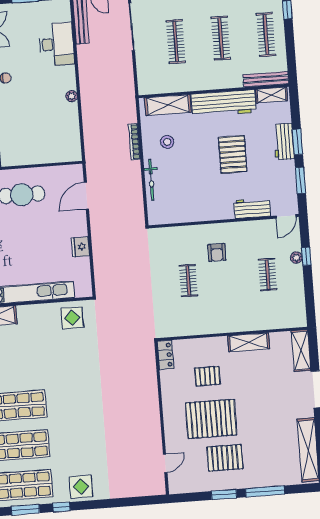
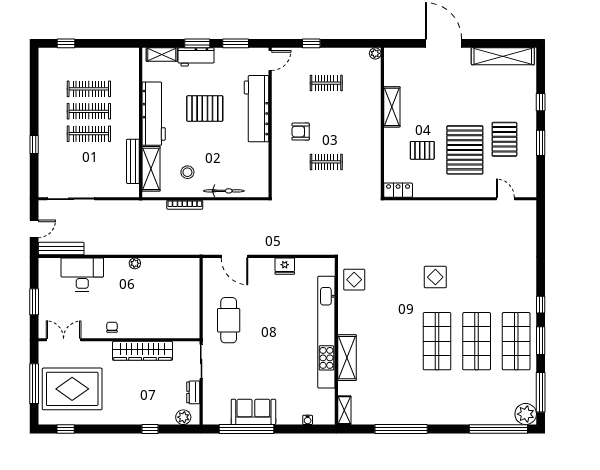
clothes rail: (266, 35) -> (89, 89), moved
clothes rail: (176, 42) -> (89, 134), moved
bench: (266, 79) -> (133, 161), moved
shelving: (272, 95) -> (162, 55), moved, turned 90
workbench: (252, 208) -> (257, 109), width x1.88, depth x1.32
door: (286, 216) -> (270, 61), hinge flipped
armchair: (217, 252) -> (301, 132), turned 180
plant: (296, 258) -> (375, 53), moved
shelving: (301, 351) -> (404, 56), removed
pallet: (207, 376) -> (422, 150), turned 90
display table: (81, 487) -> (435, 277), moved
window: (265, 491) -> (541, 102), width x0.46

